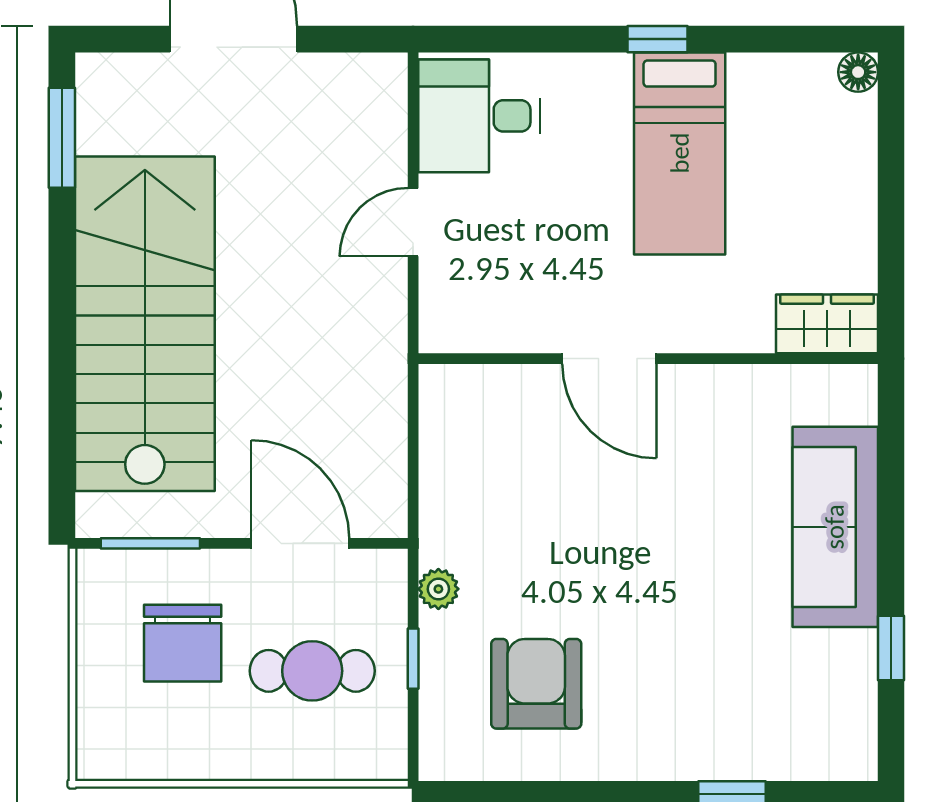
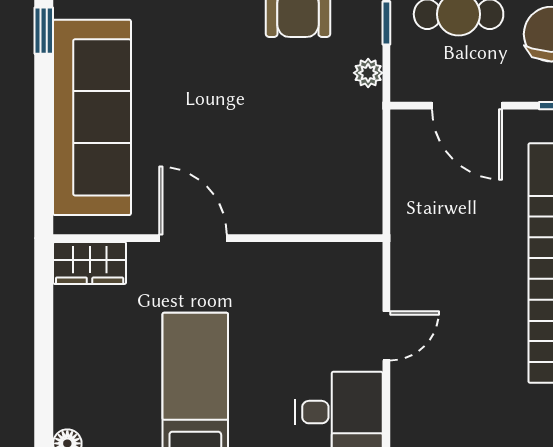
door: (609, 359) -> (193, 238), moved
sofa: (835, 527) -> (92, 117), width x1.36, depth x1.27

